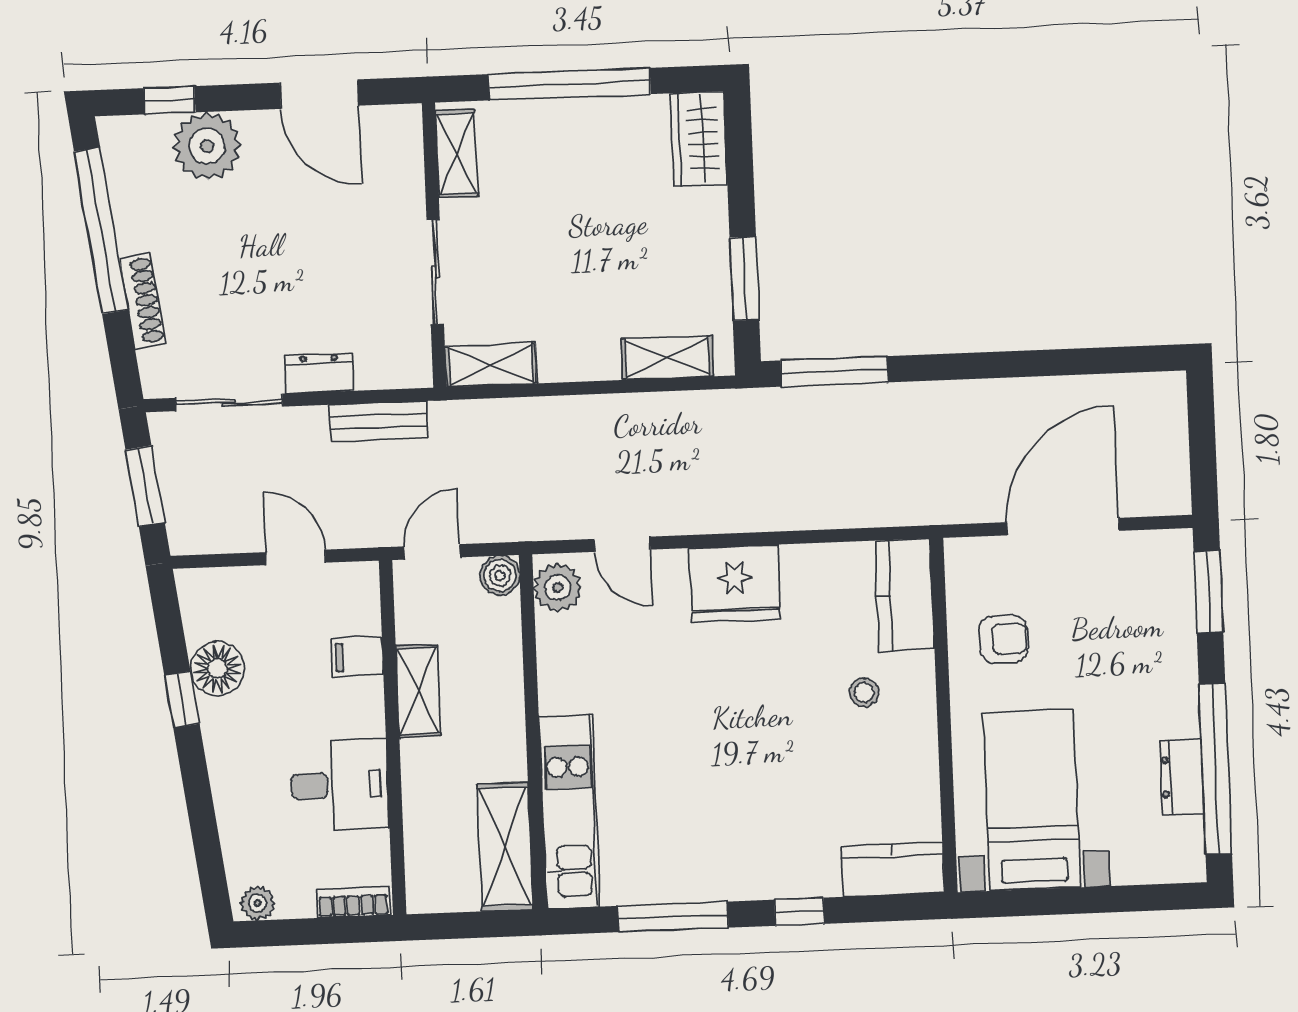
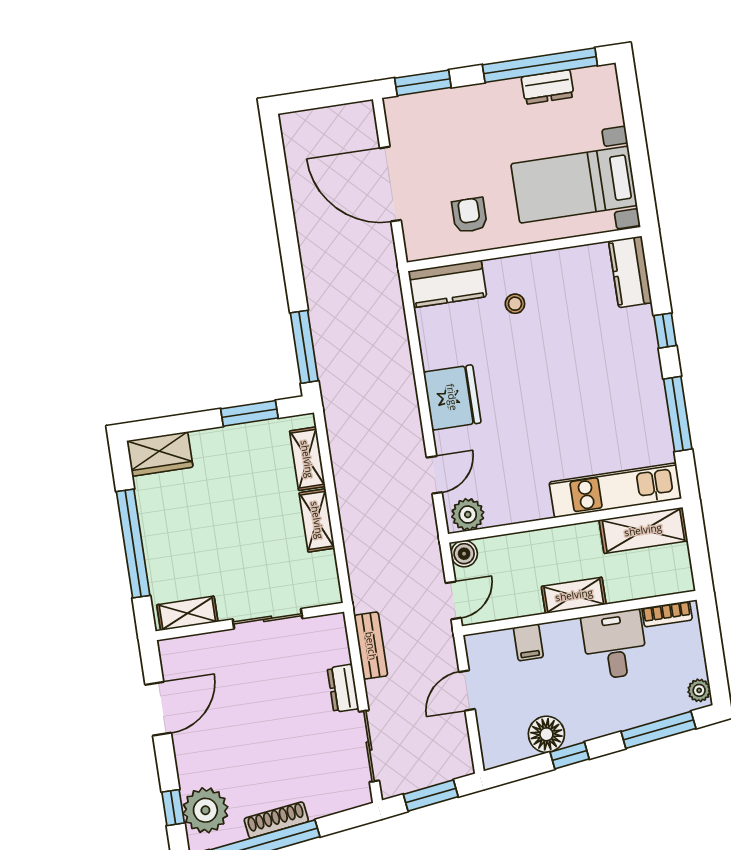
plant: (207, 146) -> (205, 810), moved
shoe rack: (143, 301) -> (276, 820), moved
shelving: (491, 365) -> (317, 520), moved
door: (432, 552) -> (453, 600), swing flipped
shelving: (418, 691) -> (574, 595), moved
window: (205, 836) -> (658, 730), added
bookcase: (353, 902) -> (667, 614), moved, turned -90

